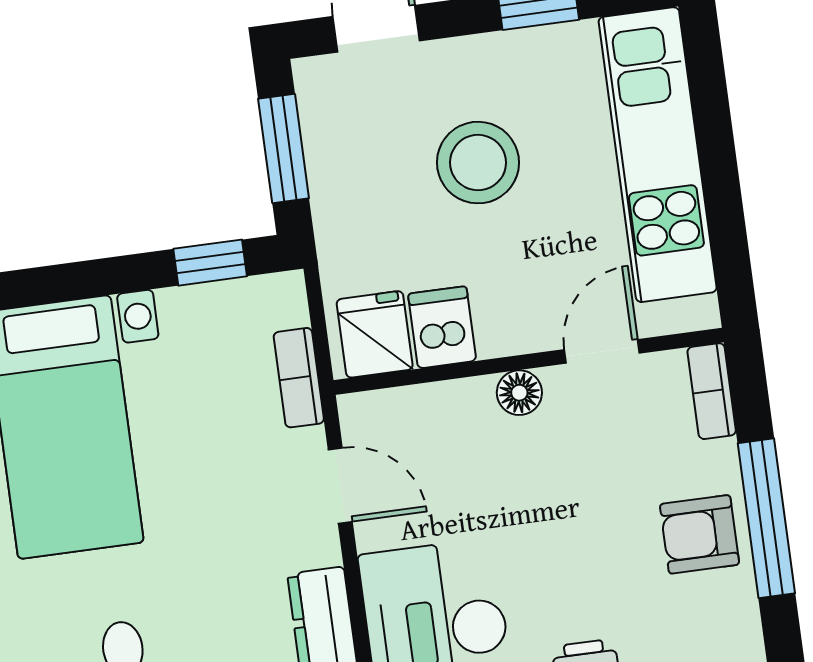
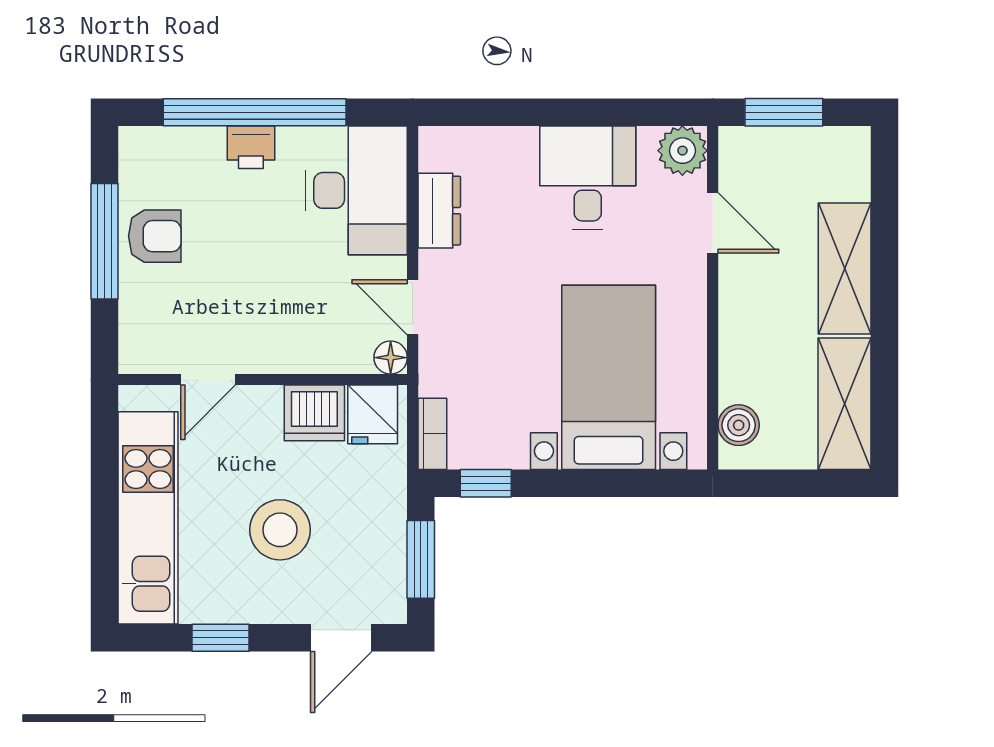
dishwasher: (442, 327) -> (314, 413), width x1.38
bookcase: (299, 378) -> (432, 434), moved
bookcase: (712, 391) -> (132, 340), removed
floor lamp: (519, 393) -> (391, 358), moved

